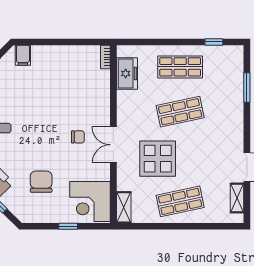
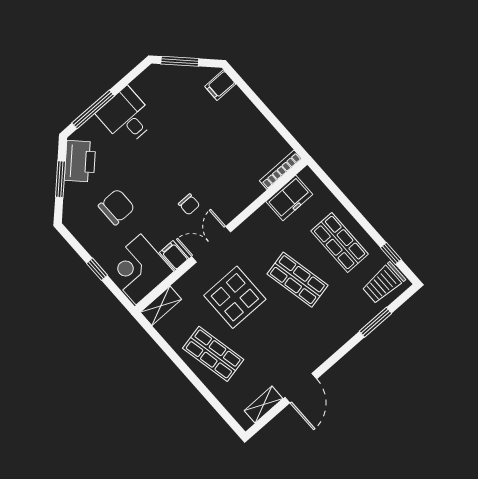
bookcase: (105, 57) -> (281, 170), width x1.56
trolley: (228, 62) -> (384, 283), added
filing cabinet: (101, 173) -> (174, 255), added

